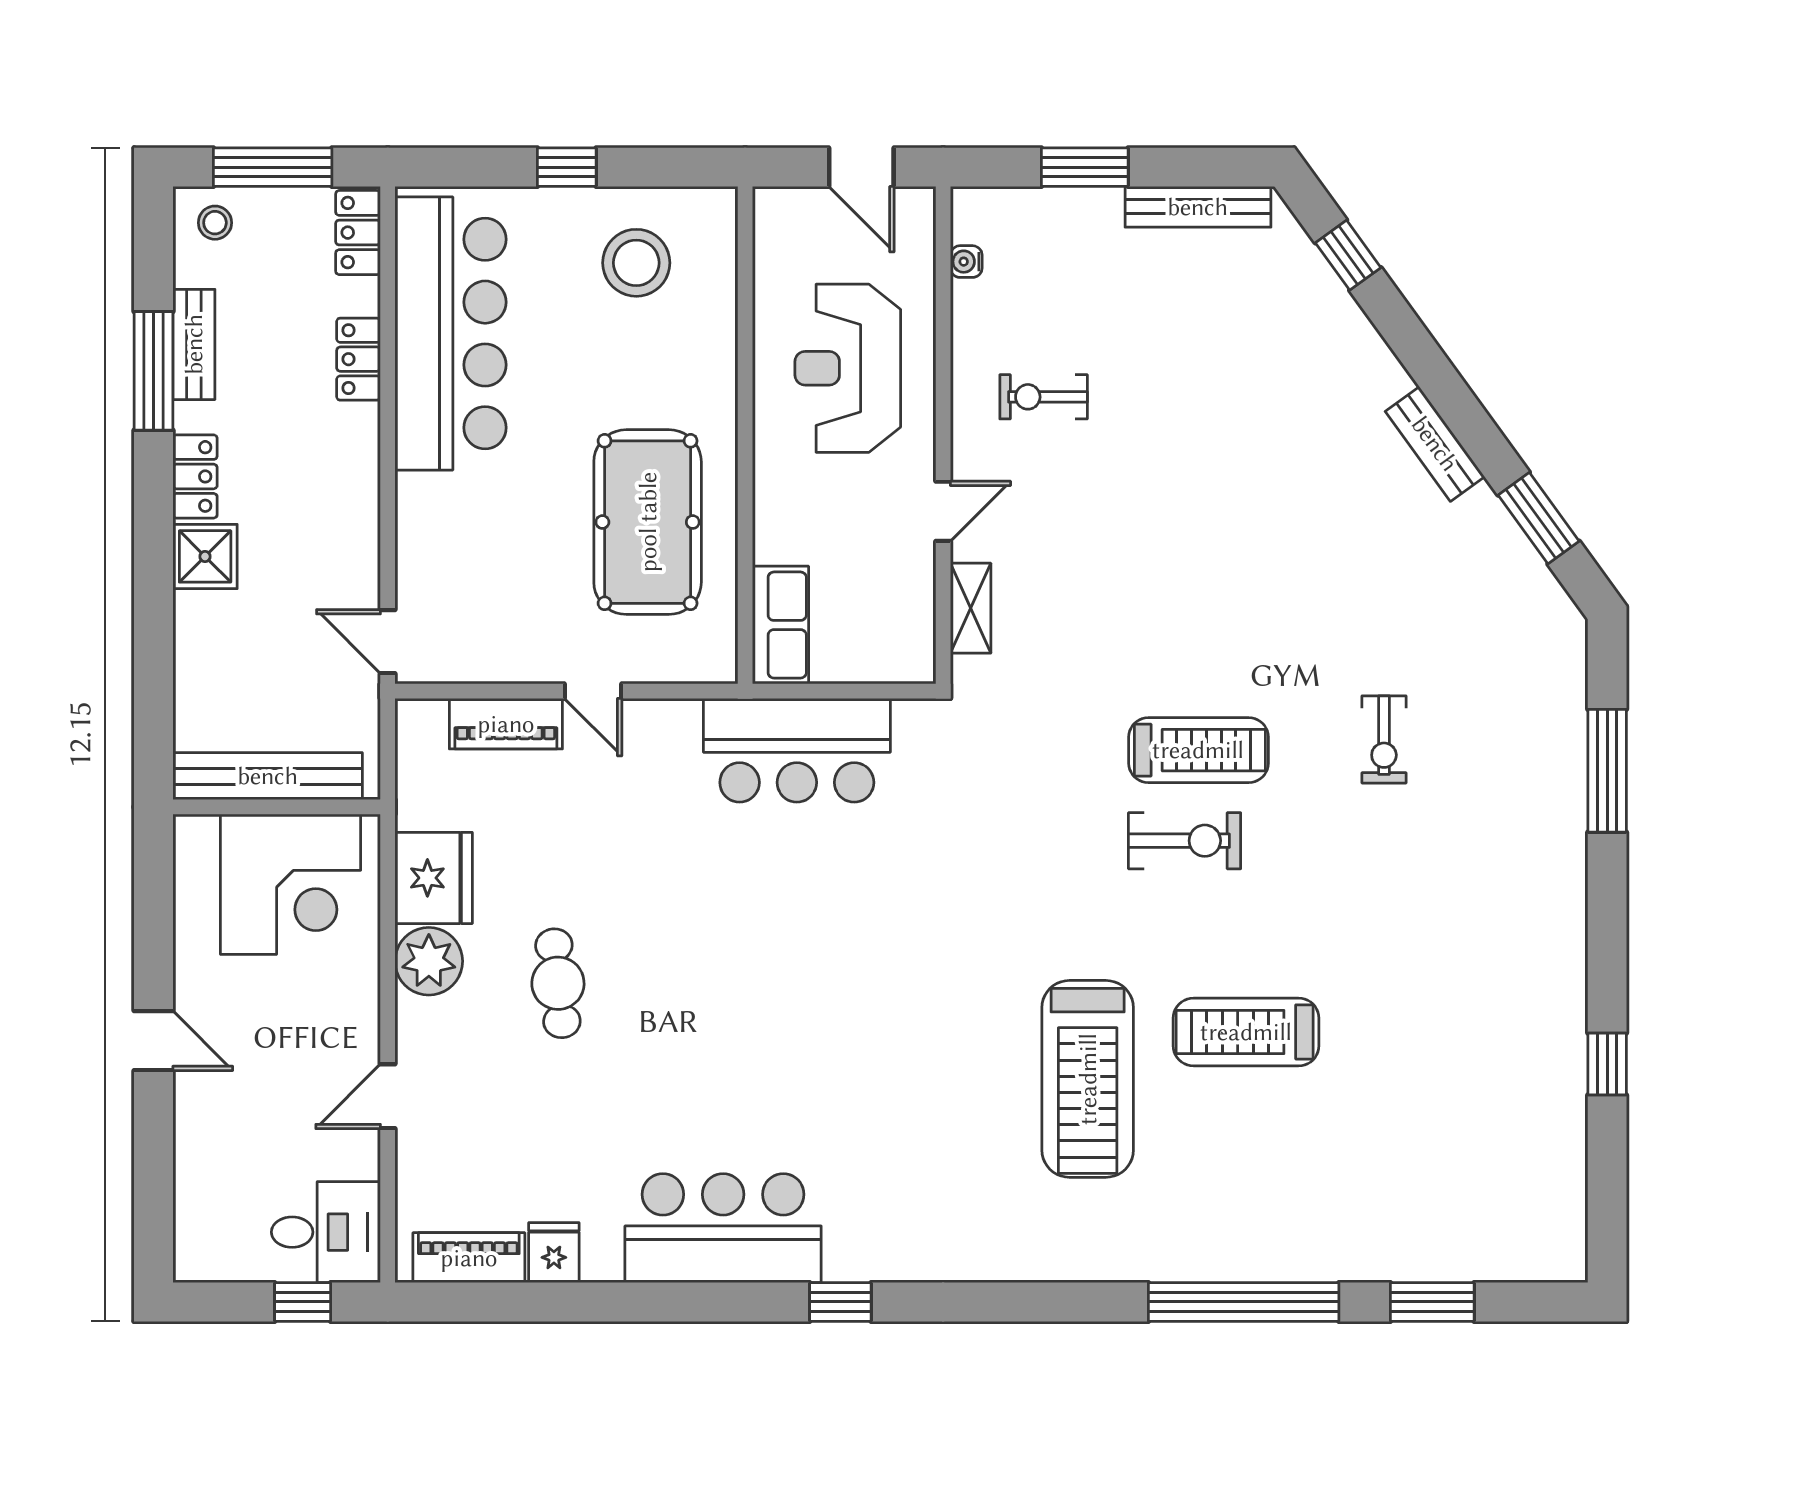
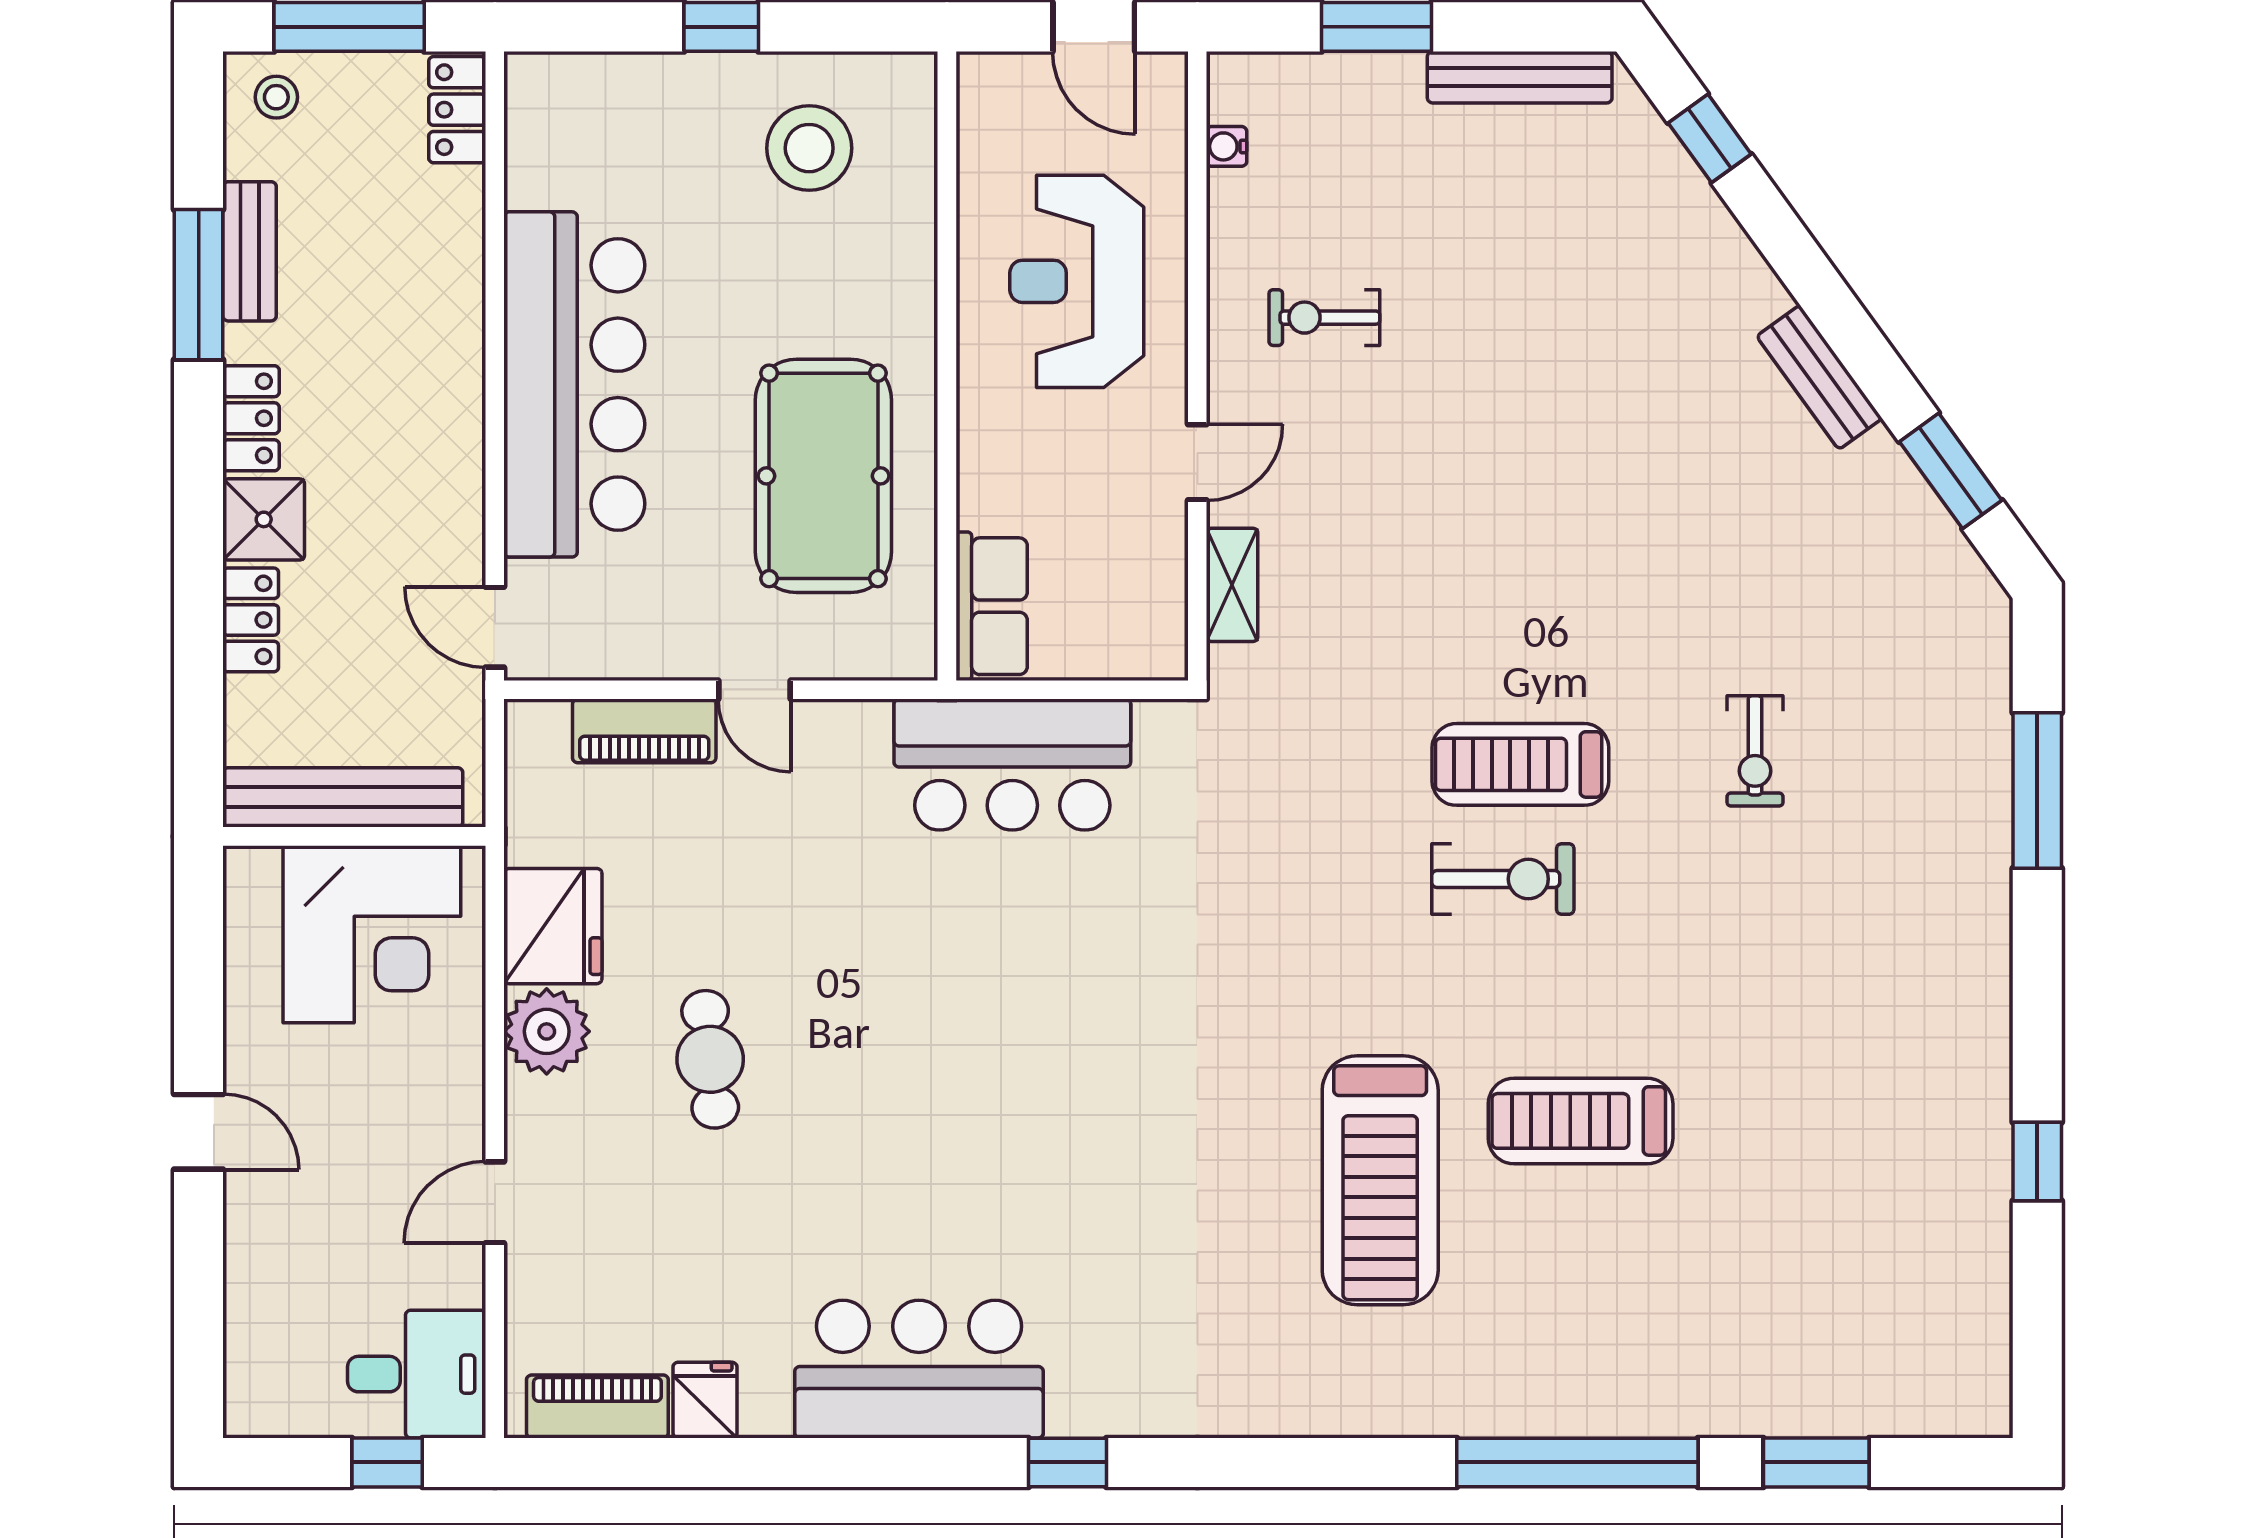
bar counter: (451, 334) -> (574, 384), moved
locker: (359, 359) -> (251, 620), moved, turned 180
treadmill: (1198, 750) -> (1520, 764), turned 180

